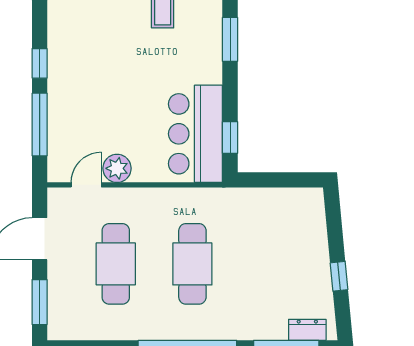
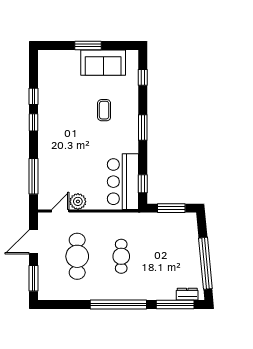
window: (40, 63) -> (33, 122), moved
window: (280, 180) -> (171, 208), added
cafe table: (192, 264) -> (121, 256), width x0.73, depth x0.74
window: (339, 276) -> (205, 263), width x3.17

